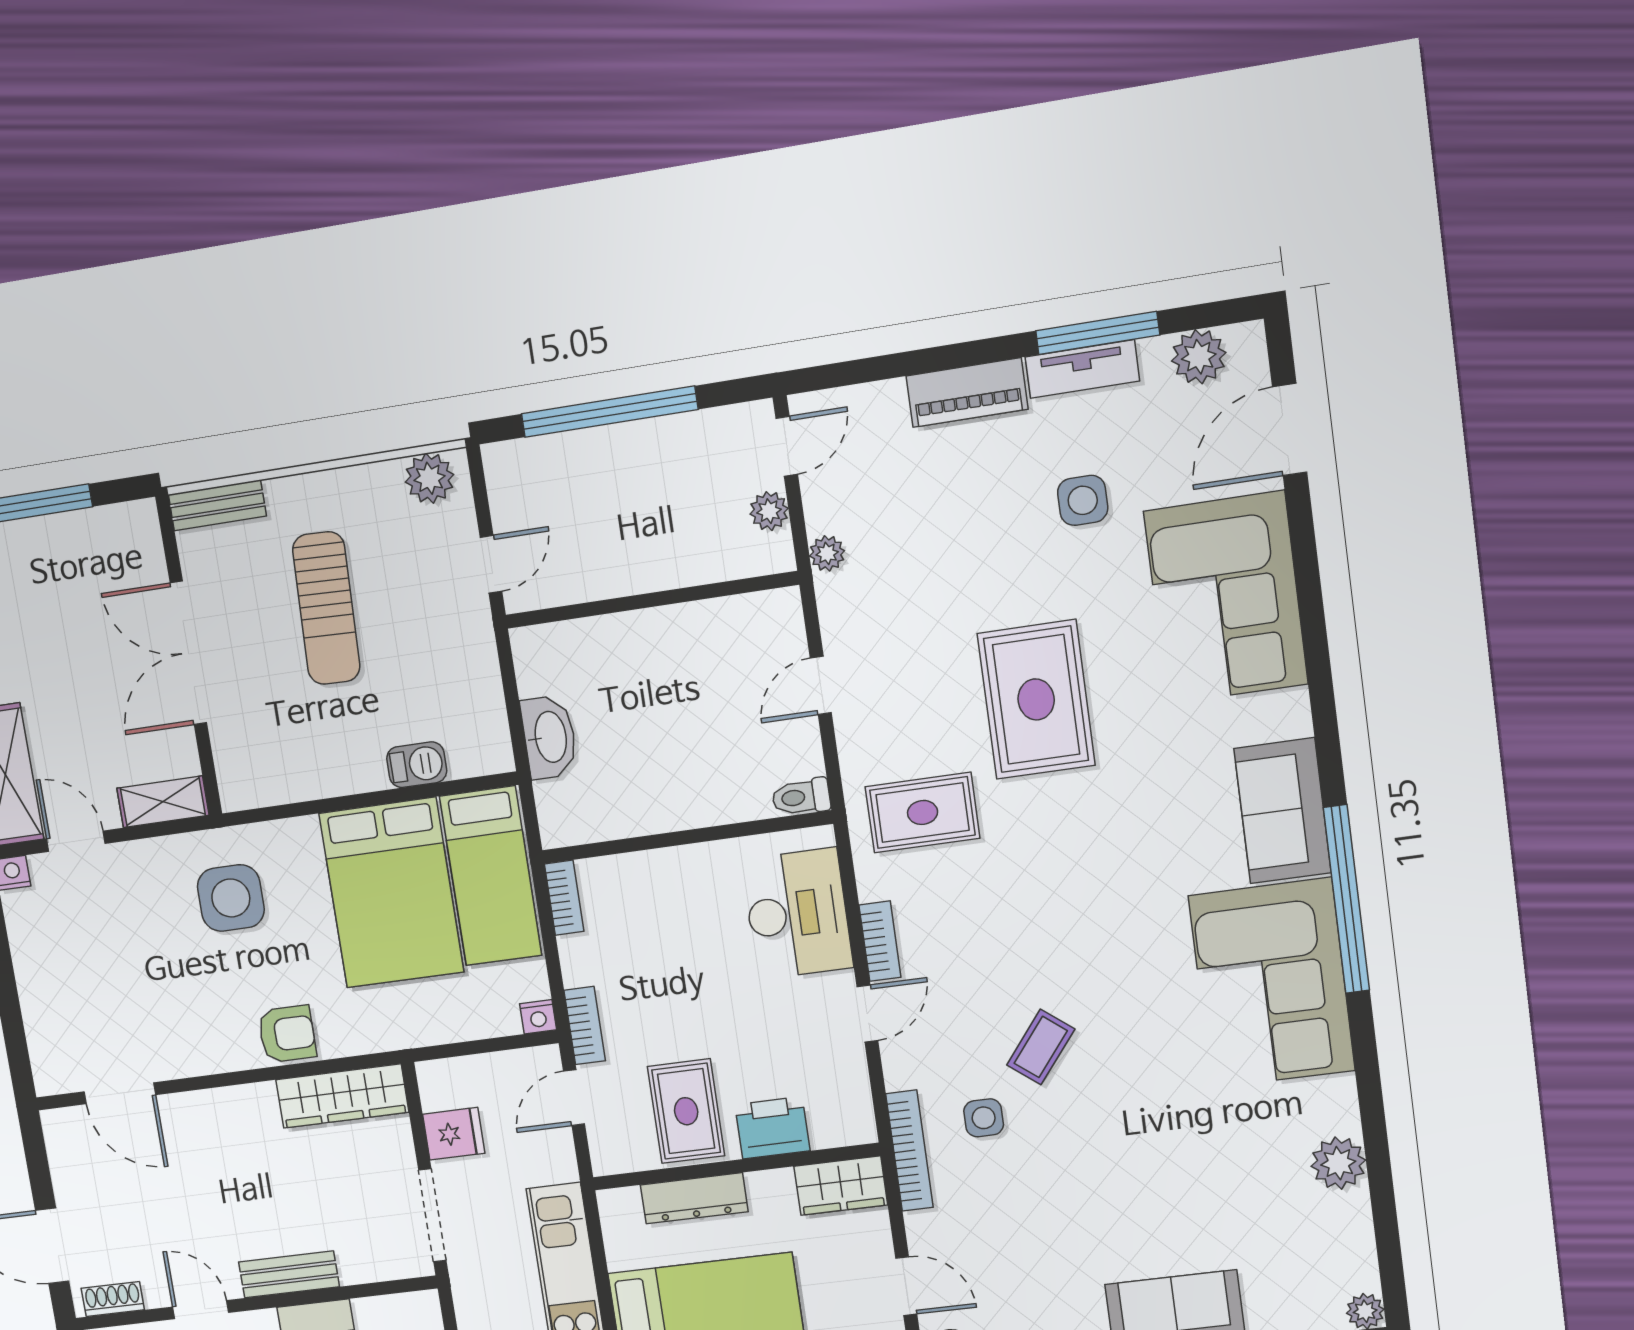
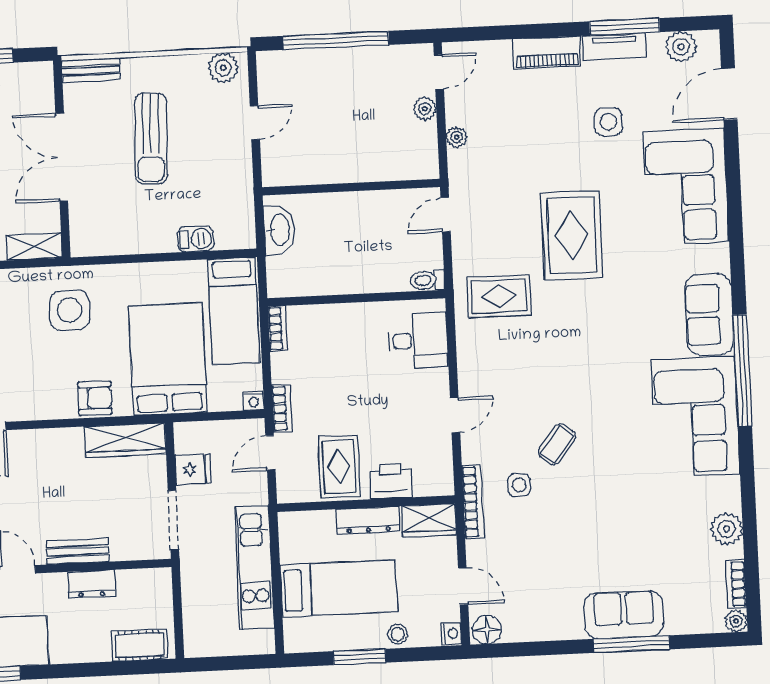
wall: (651, 600) -> (351, 187), moved
bed: (391, 893) -> (168, 359), moved, turned 180
desk: (797, 914) -> (418, 341), width x0.73
bookcase: (880, 941) -> (736, 584), moved, turned 180
dresser: (694, 1198) -> (368, 520), moved

